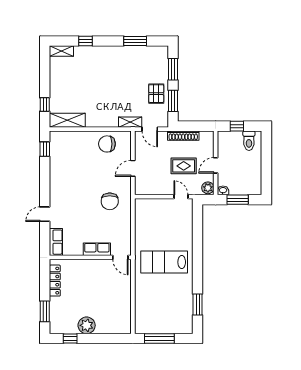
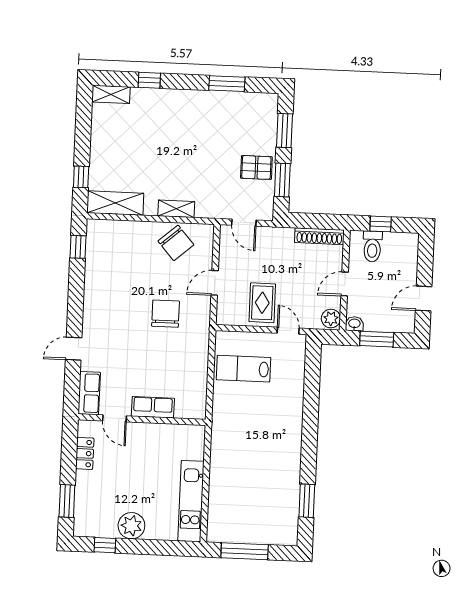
pallet: (156, 94) -> (256, 167), turned 90
shelving: (130, 122) -> (176, 209), moved
shoe rack: (183, 136) -> (319, 236), moved
toilet: (249, 141) -> (372, 246), moved
chair: (107, 144) -> (176, 243), turned -131
rug: (184, 166) -> (262, 303), moved, turned 90
door: (266, 172) -> (424, 299), added
chair: (110, 201) -> (166, 314), moved, turned 180
door: (120, 257) -> (115, 418), moved
lab bench: (164, 262) -> (244, 369), moved, width x0.73, depth x0.72
locker: (55, 281) -> (85, 453), width x0.66
kitchen unit: (124, 308) -> (191, 501), added

